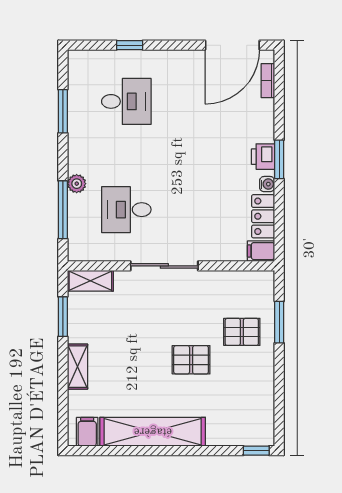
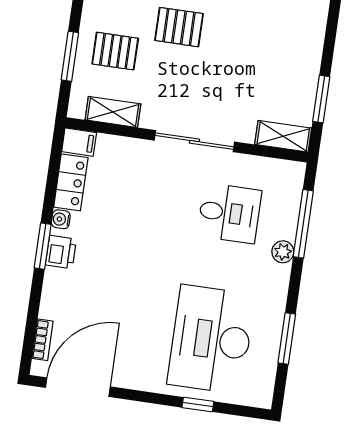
desk: (126, 101) -> (211, 339), width x1.87, depth x1.30
shelving: (78, 367) -> (113, 112), moved, turned 90

